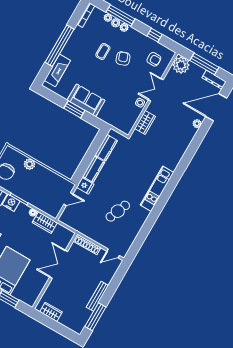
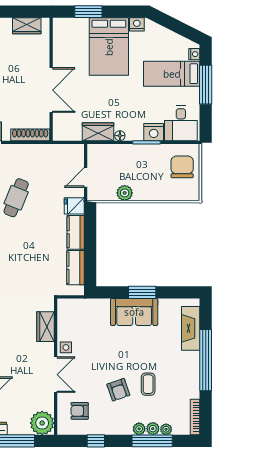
plant: (30, 164) -> (125, 193), moved

